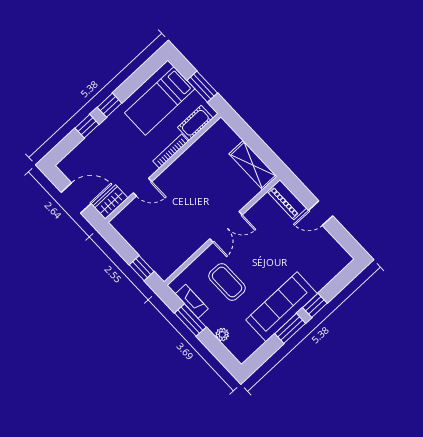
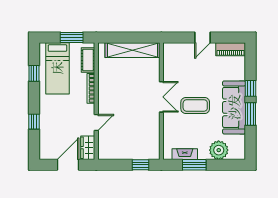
window: (109, 105) -> (34, 73), moved
shelving: (253, 165) -> (132, 50), width x1.47
piano: (287, 200) -> (231, 49), moved
coffee table: (227, 282) -> (195, 105), moved
plant: (222, 335) -> (219, 150), width x1.87, depth x1.87

